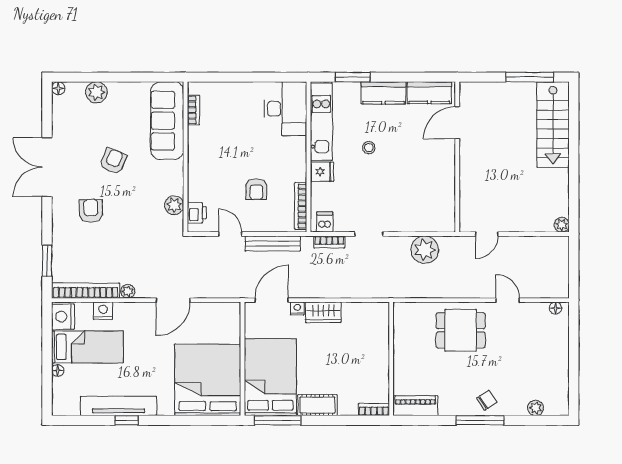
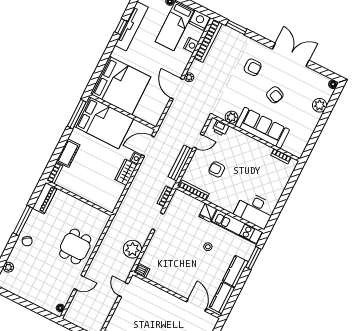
sofa: (167, 121) -> (262, 128), moved
dishwasher: (325, 222) -> (142, 271), moved
plant: (128, 291) -> (189, 77), moved
door: (272, 300) -> (148, 146), swing flipped
cot: (317, 405) -> (68, 153), moved
window: (480, 420) -> (23, 221), moved

